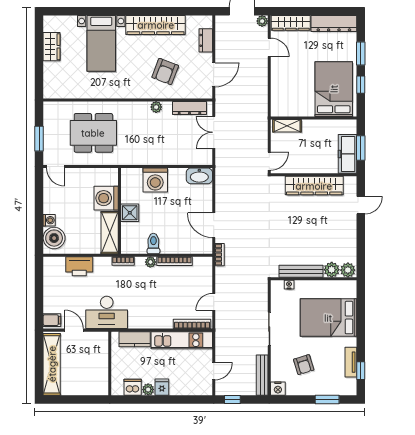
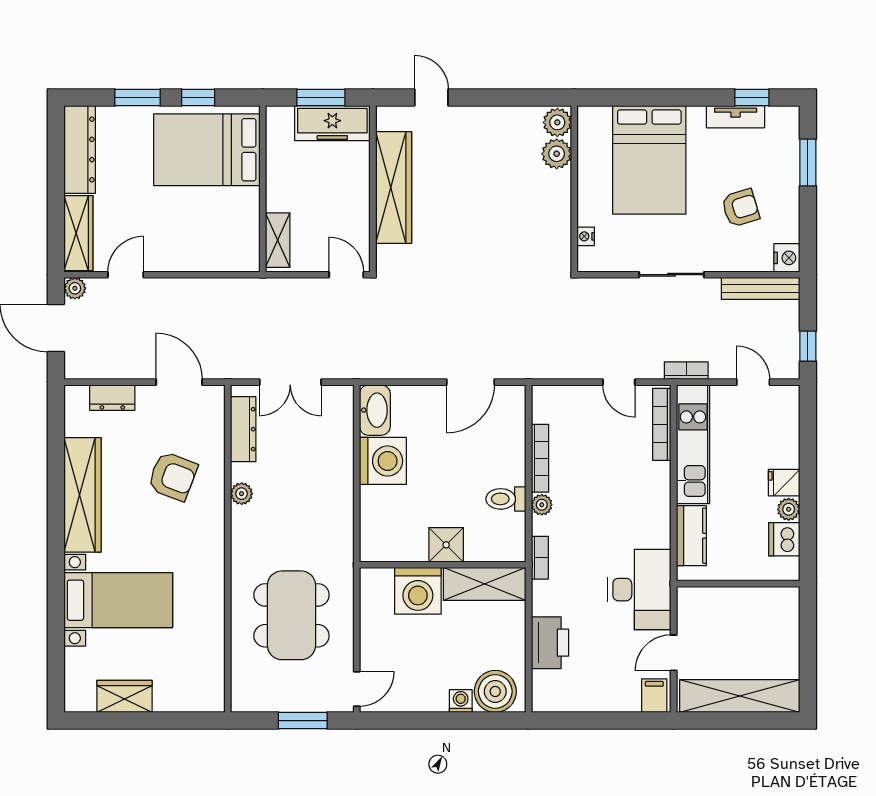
washing machine: (155, 180) -> (383, 461), moved
bookcase: (220, 255) -> (686, 371), moved
bench: (301, 271) -> (560, 213), removed

